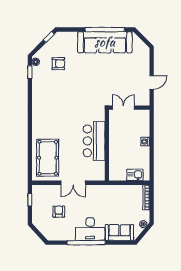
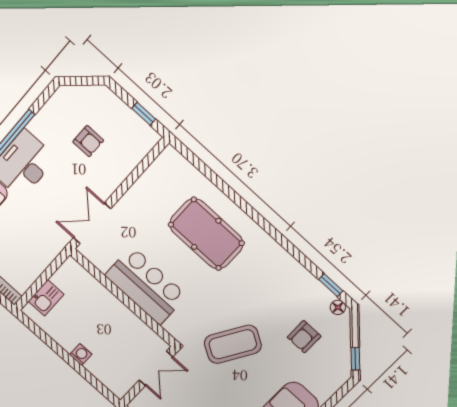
coffee table: (86, 87) -> (233, 344), added
pool table: (48, 158) -> (206, 234), moved
double door: (73, 183) -> (92, 223), moved

